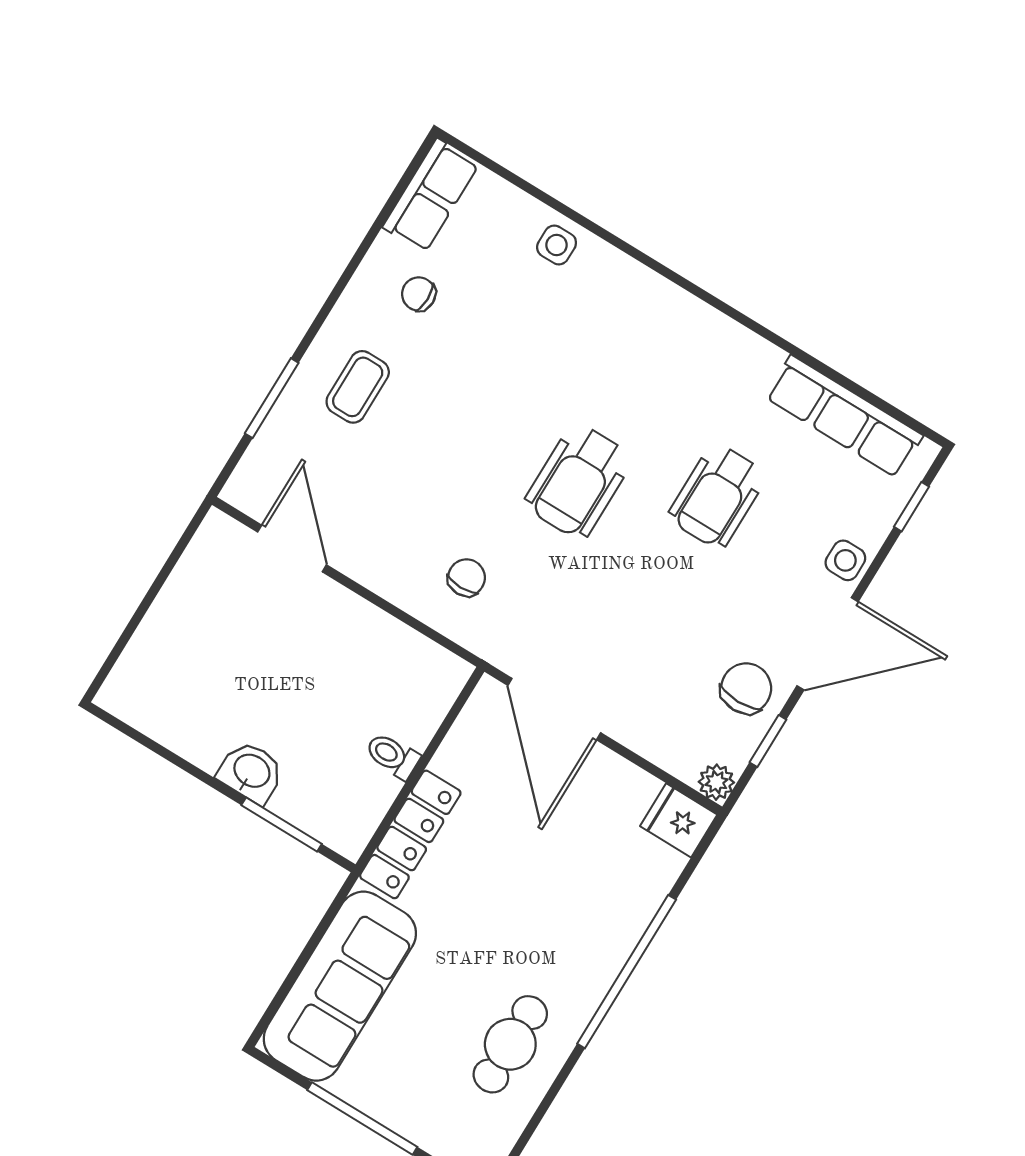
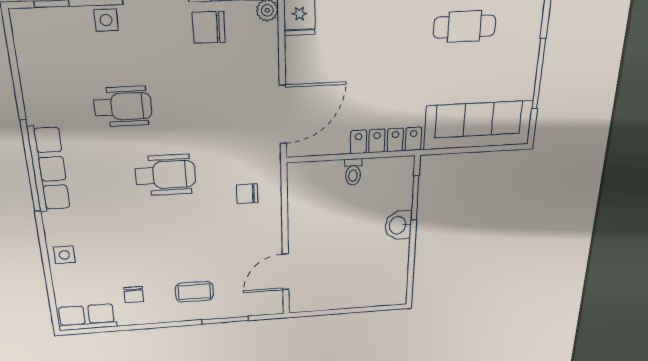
window: (721, 306) -> (30, 166), added
row of seats: (844, 416) -> (49, 169), moved

